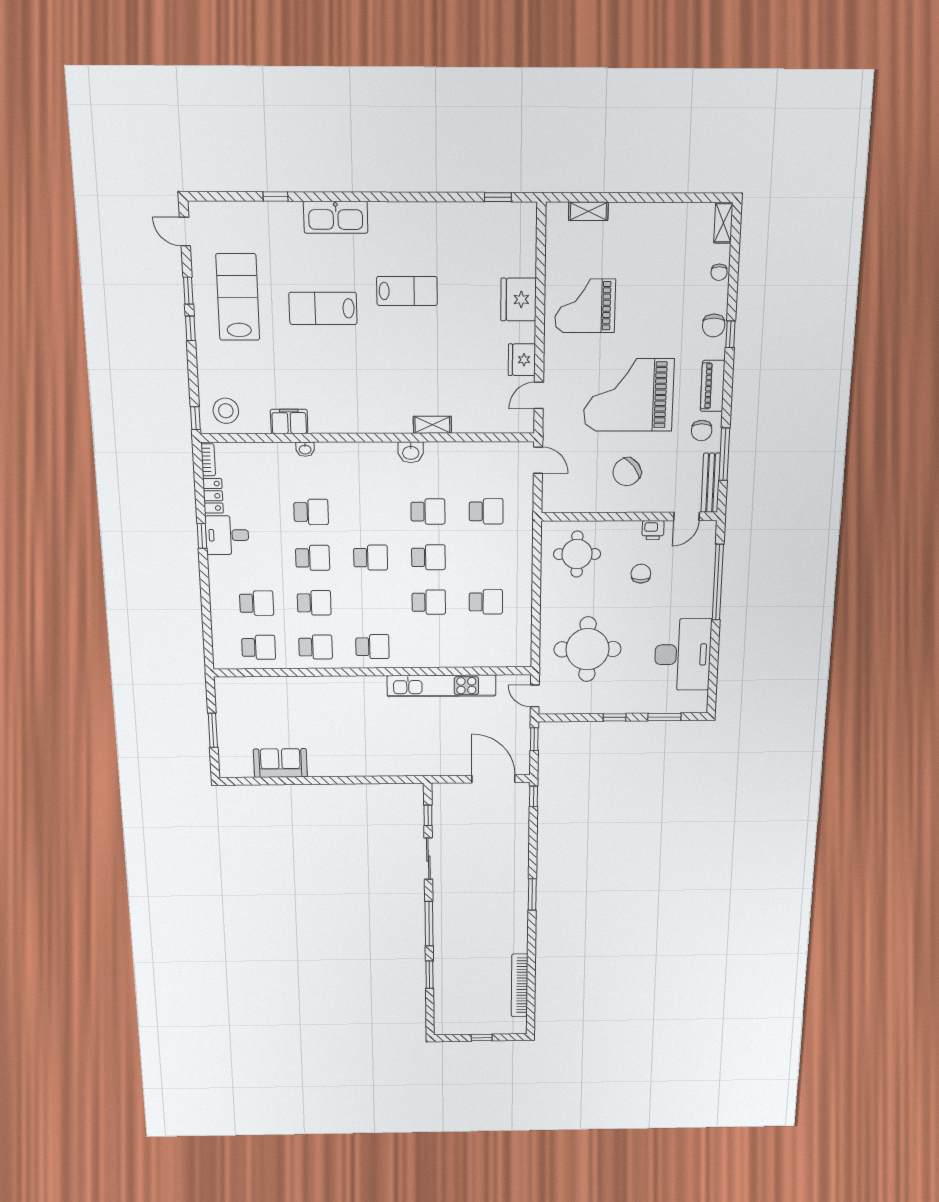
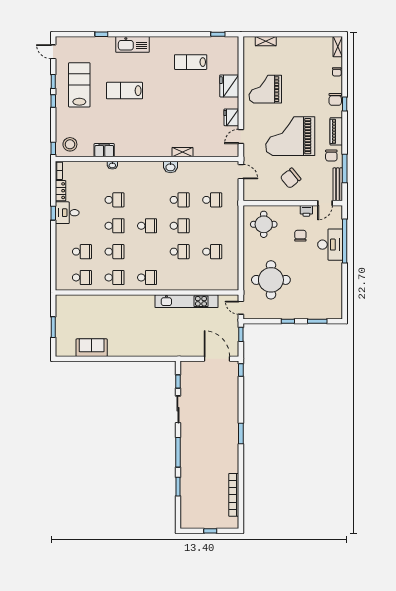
lab bench: (407, 291) -> (191, 62), moved, turned 180
desk: (683, 655) -> (330, 245), moved, width x0.73, depth x0.77

